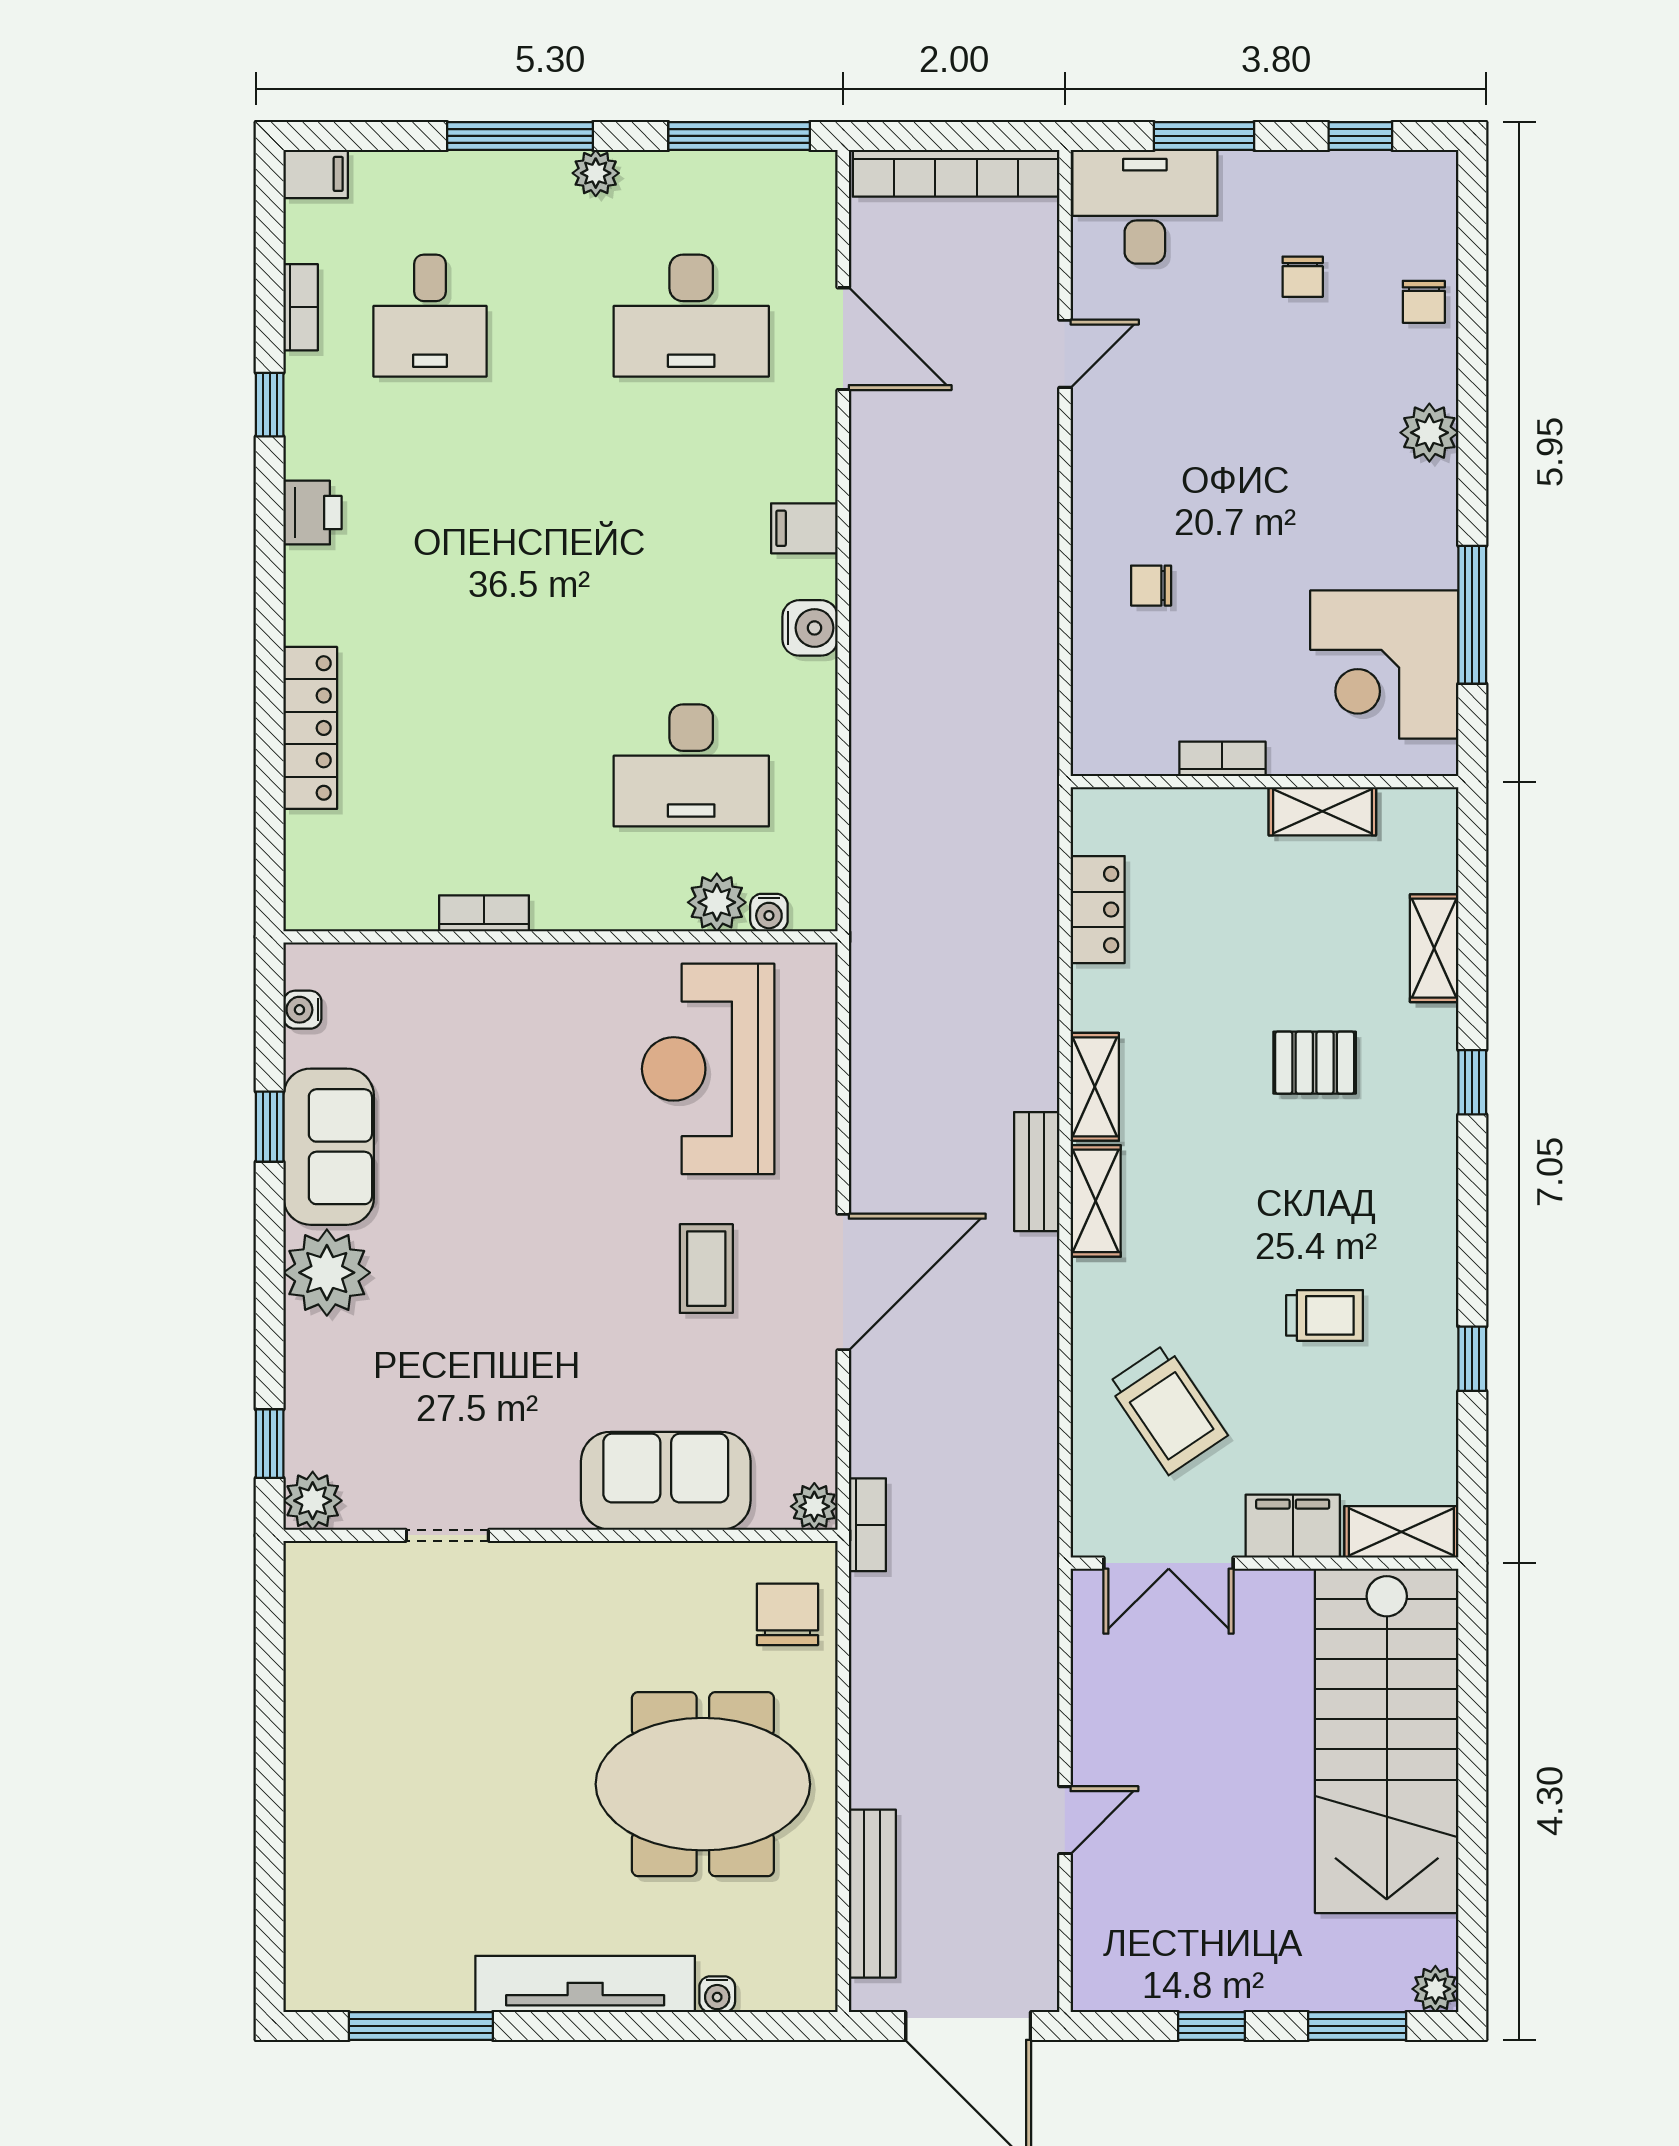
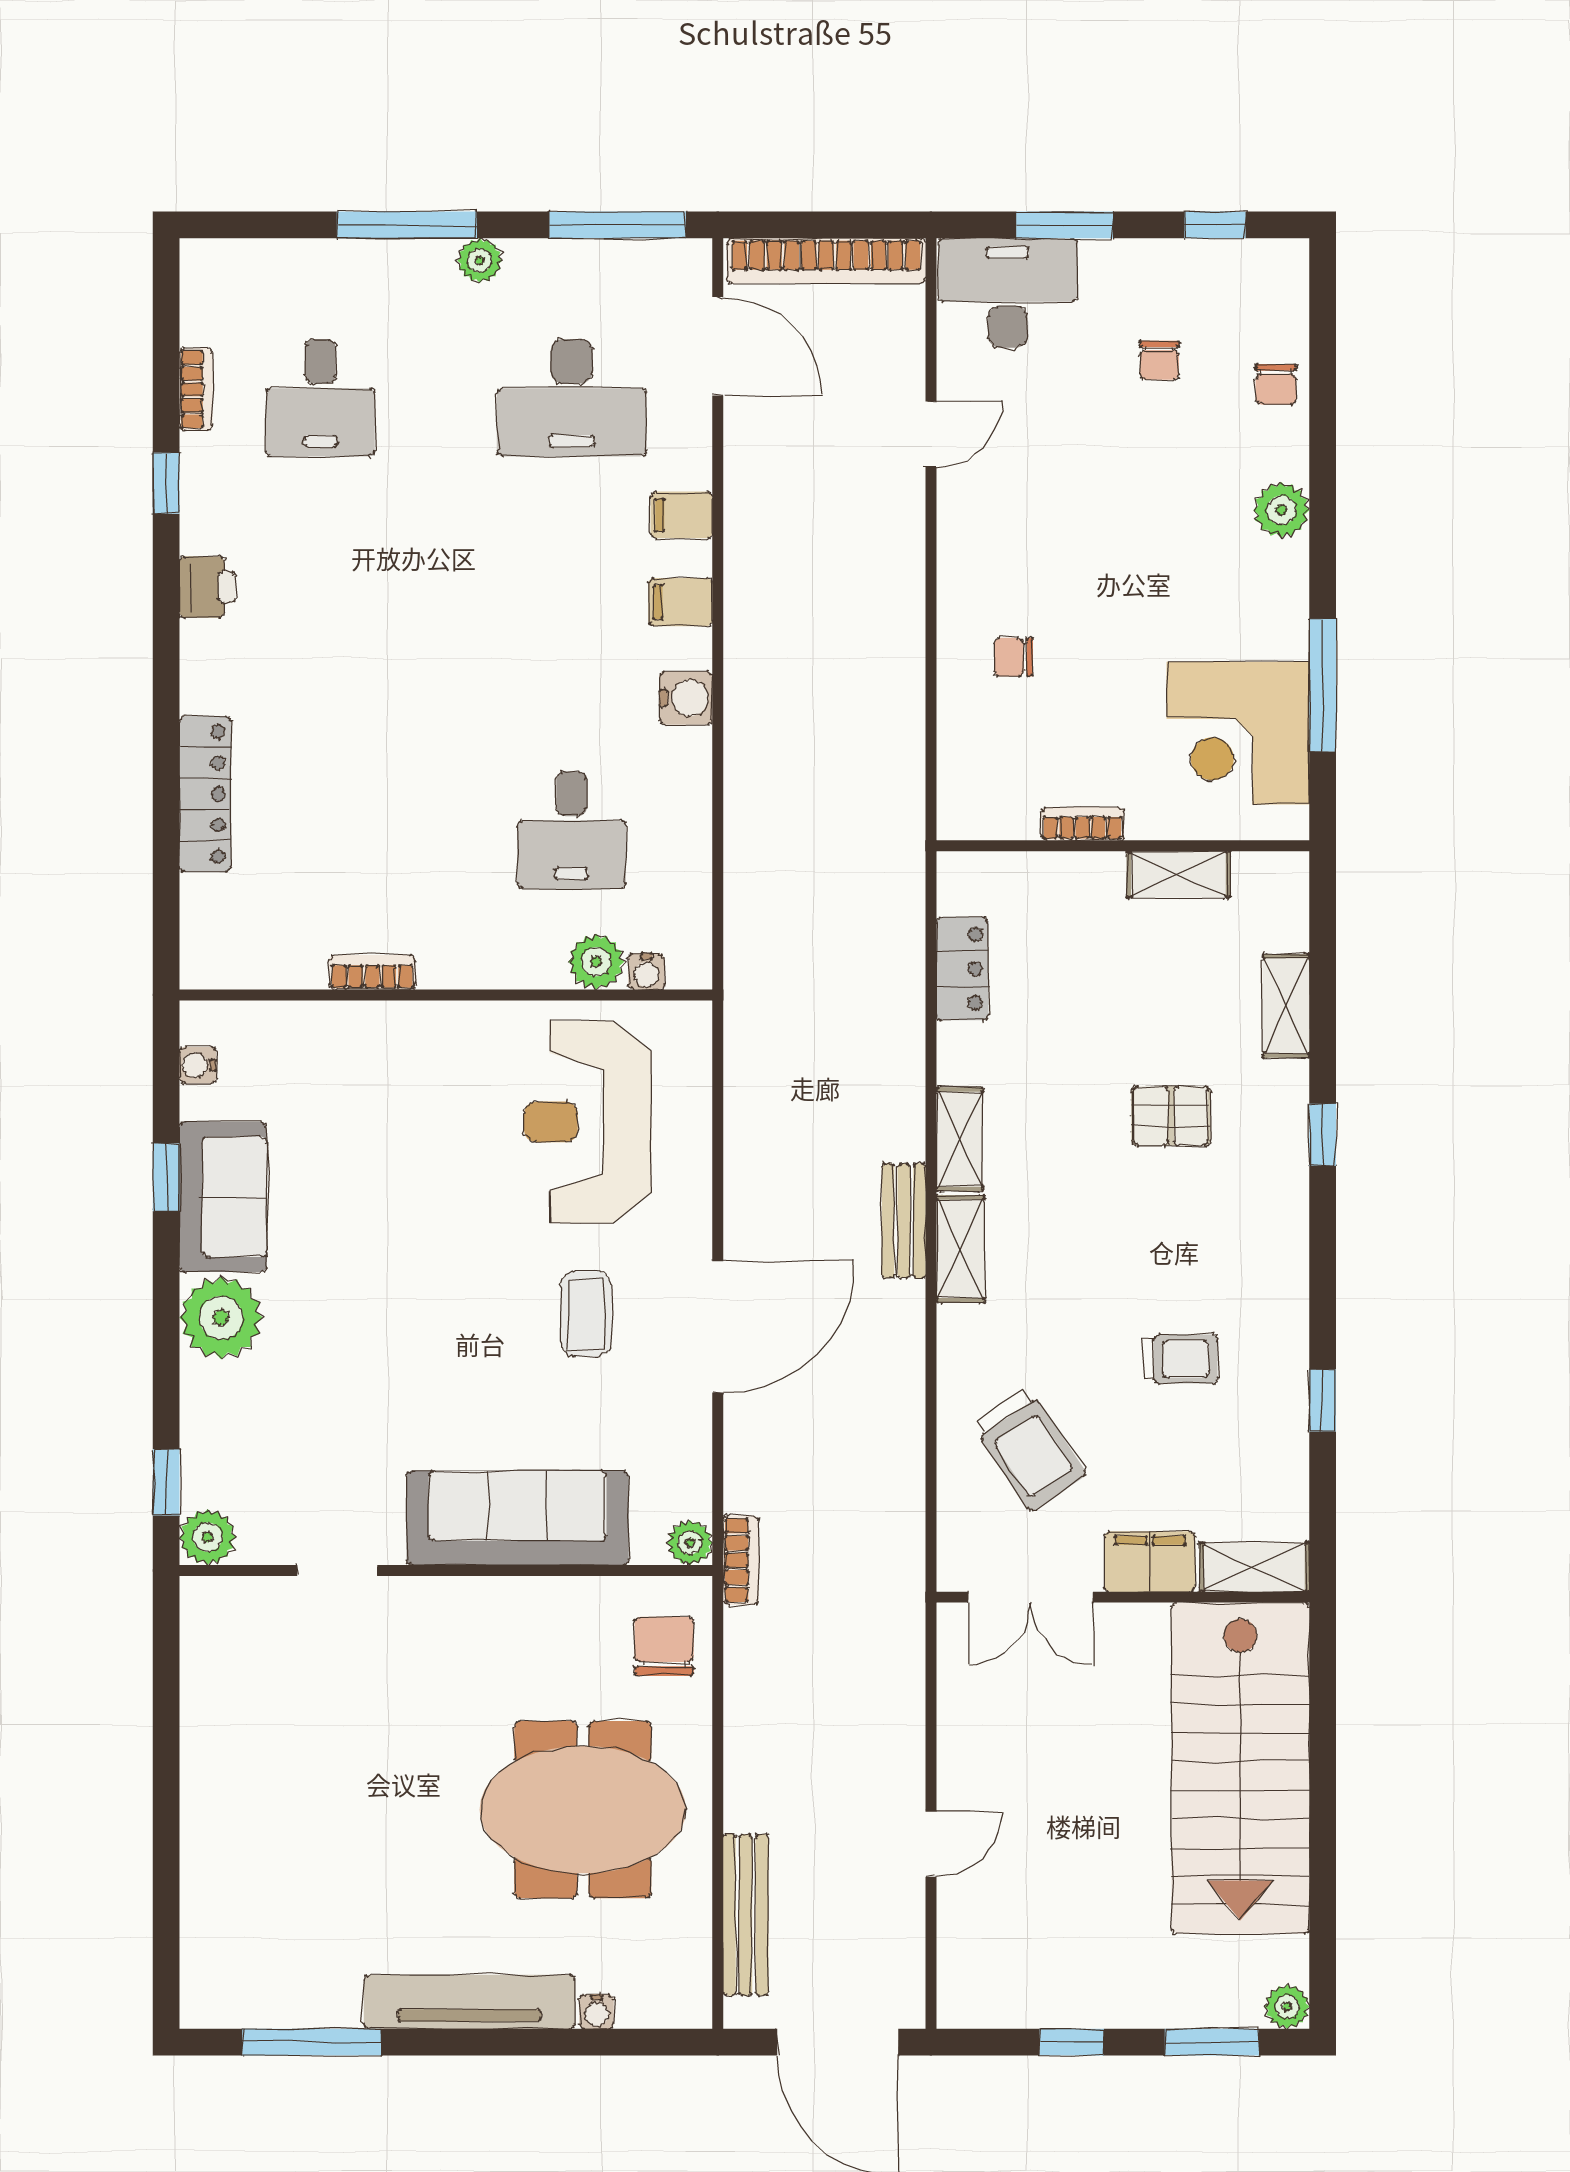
filing cabinet: (316, 174) -> (681, 515), moved, turned 180
door: (843, 339) -> (718, 346), moved
desk: (691, 765) -> (572, 830), width x0.73
sofa: (666, 1481) -> (518, 1518), width x1.36

